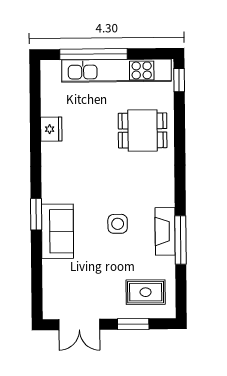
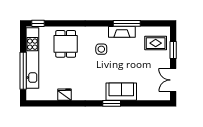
side table: (118, 224) -> (101, 49), moved
rug: (146, 292) -> (156, 43), turned 90
double door: (79, 324) -> (173, 80), swing flipped

